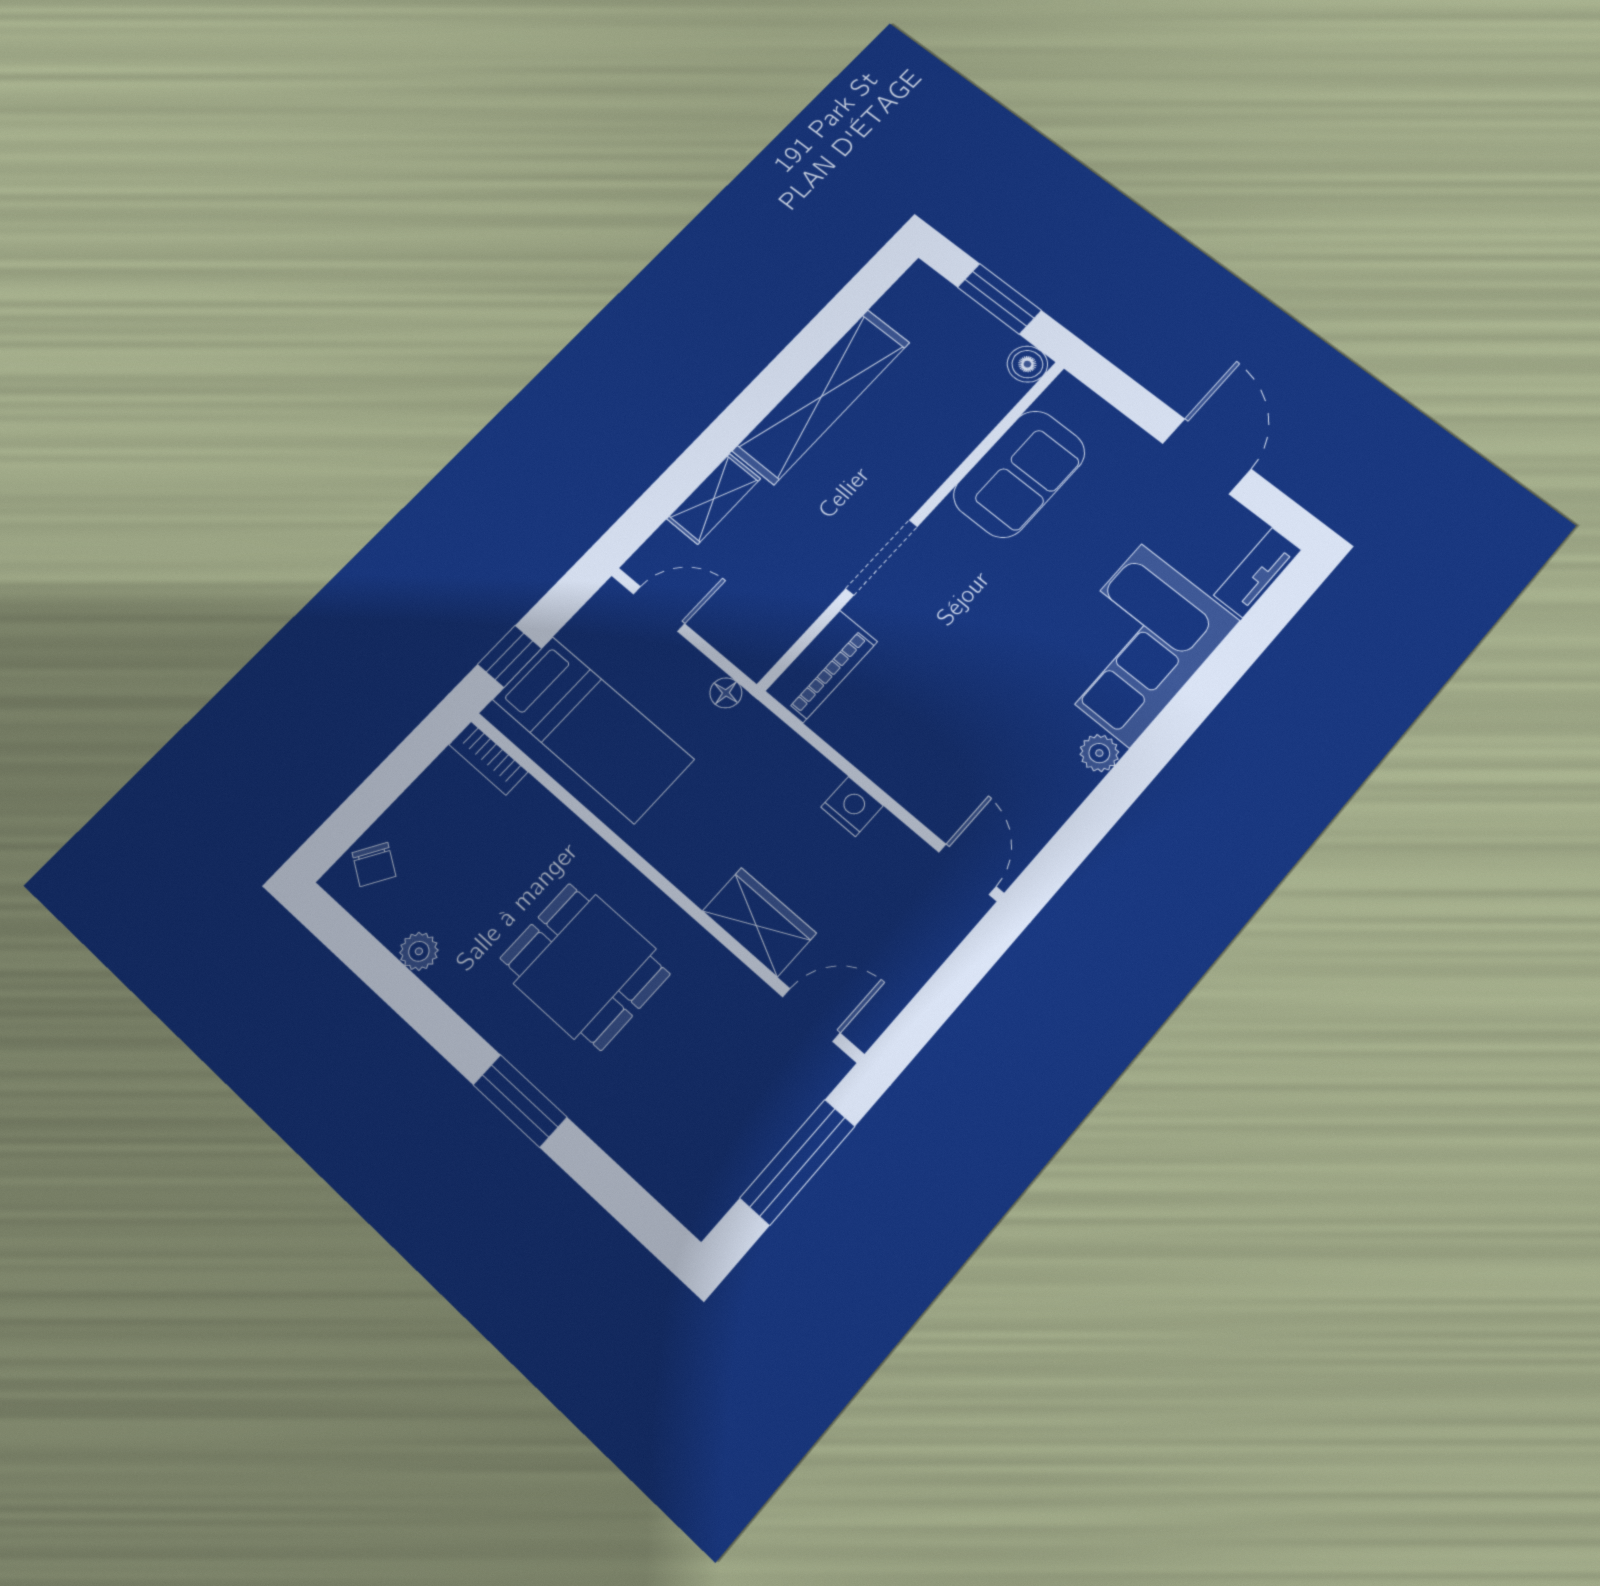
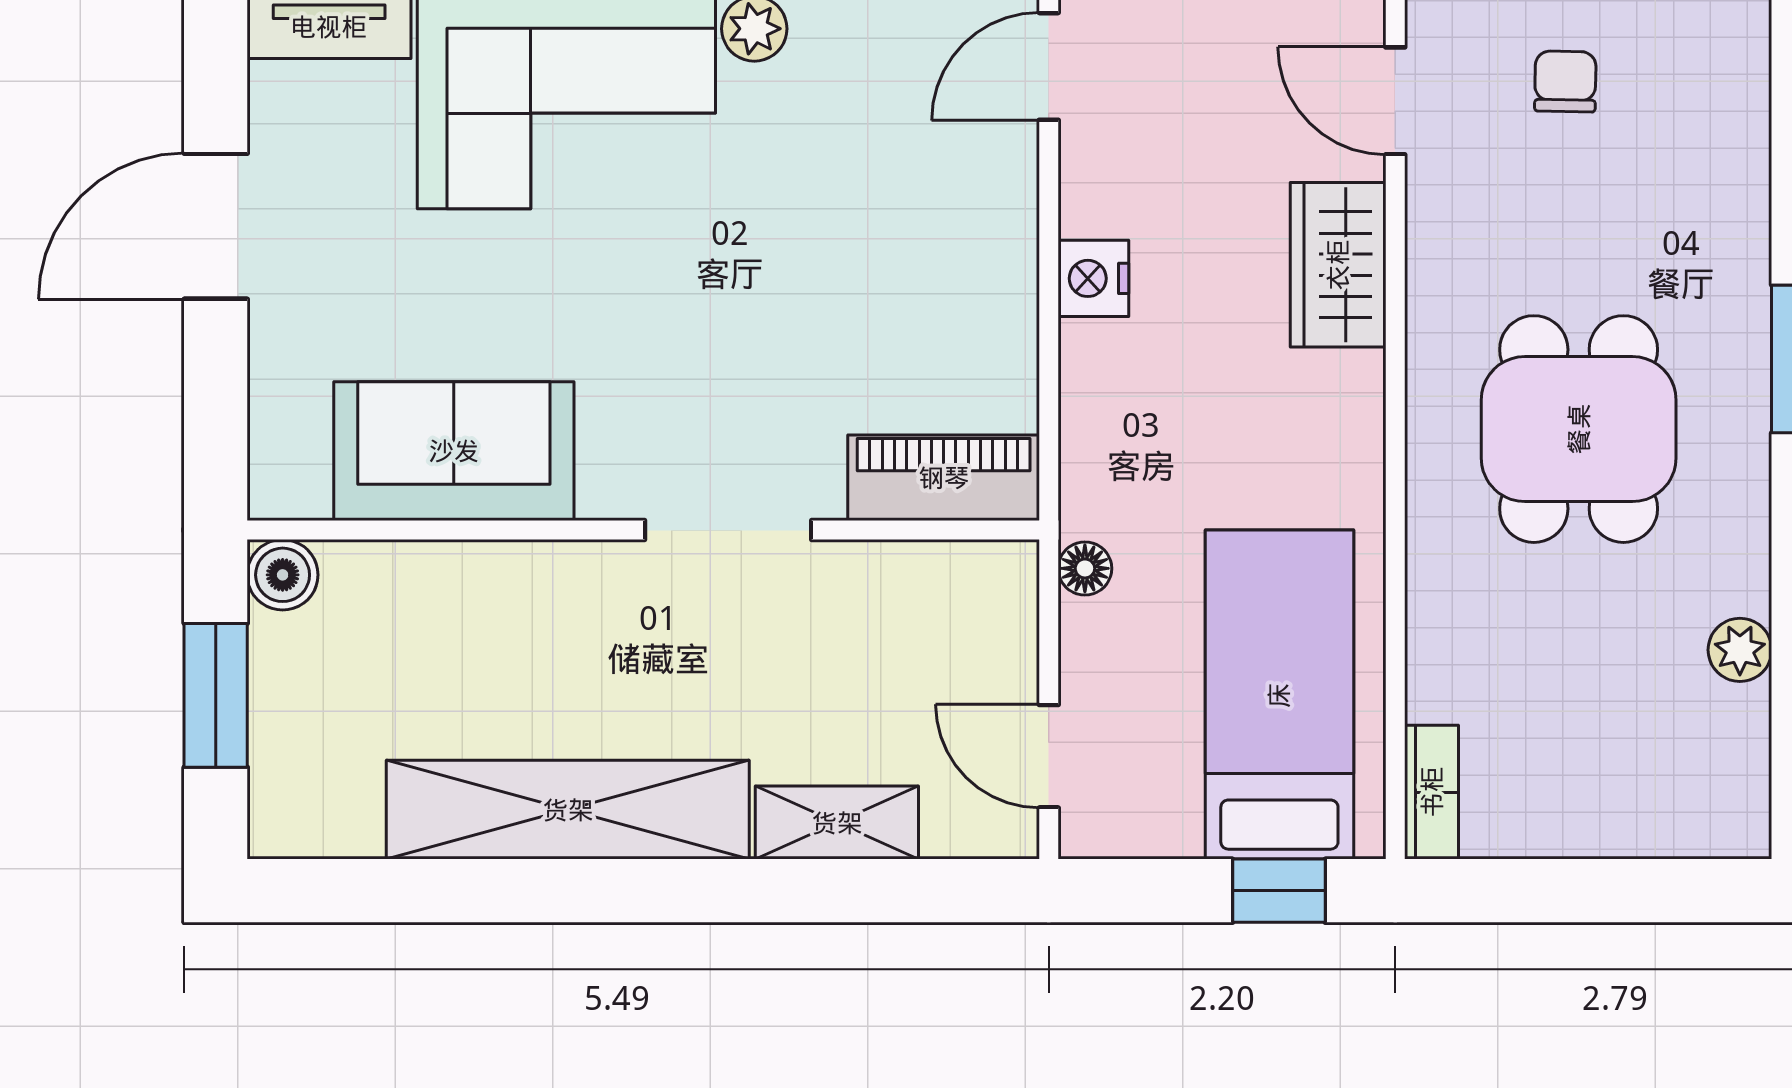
chair: (374, 864) -> (1565, 81), moved, turned -31

